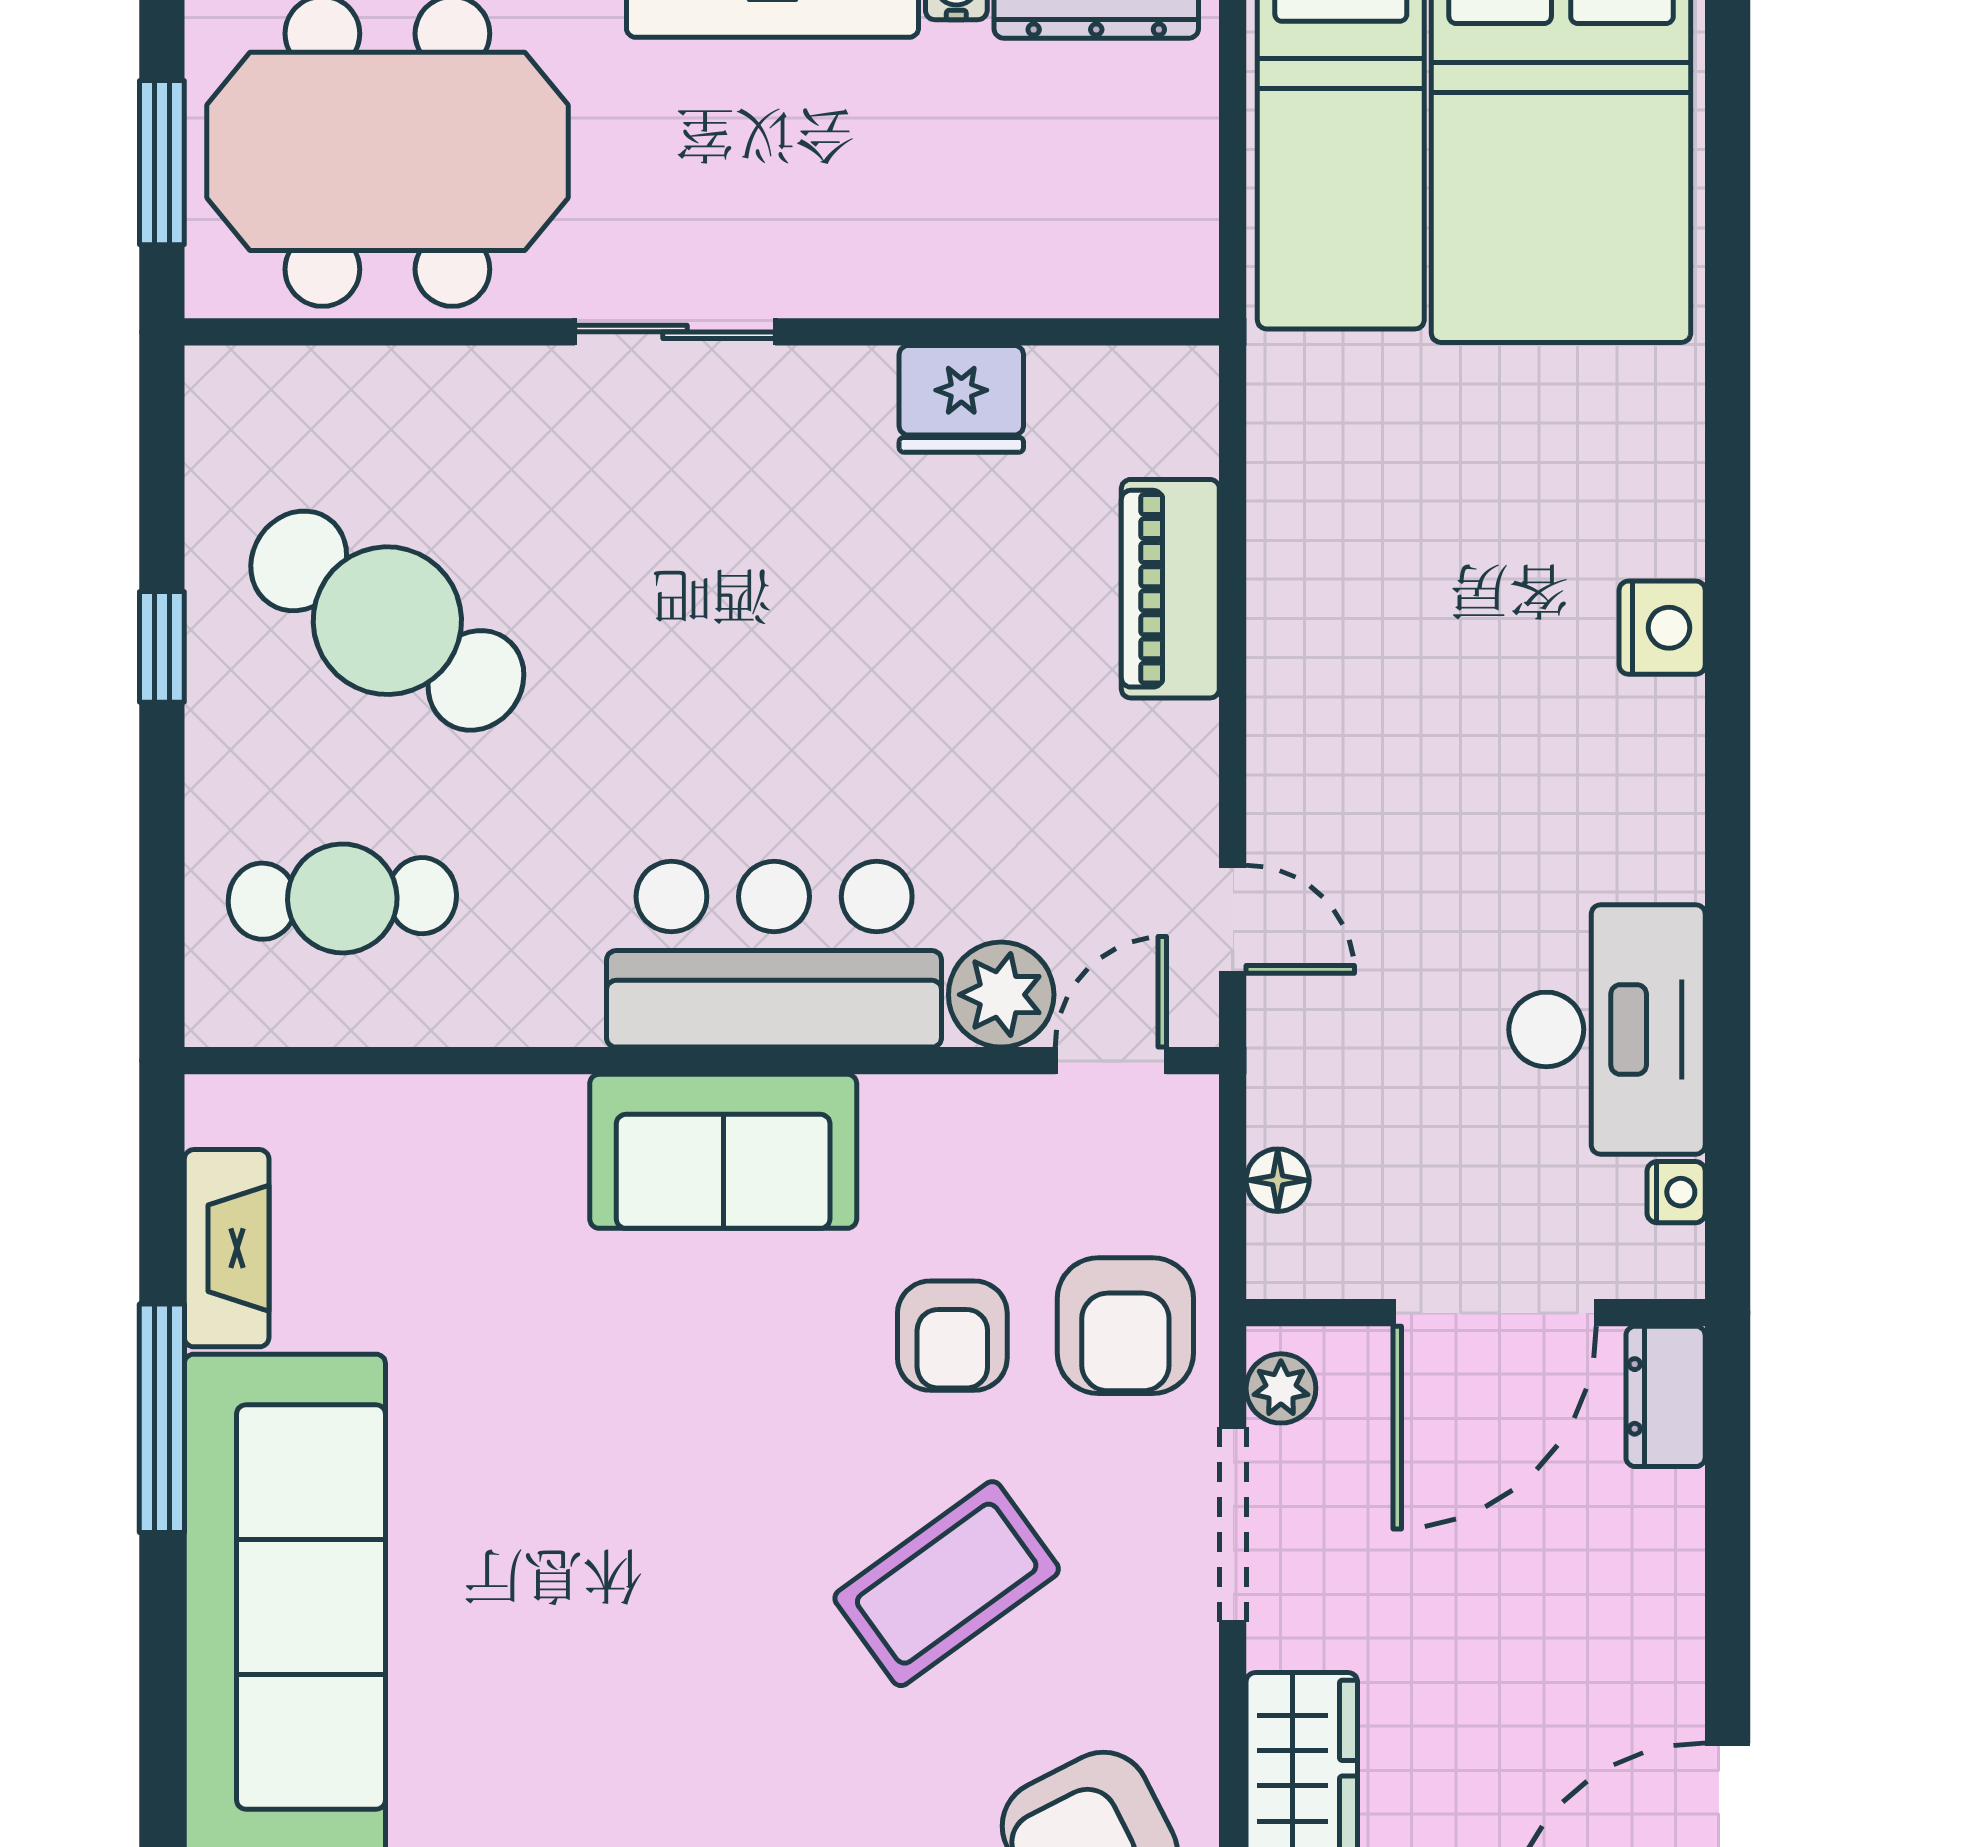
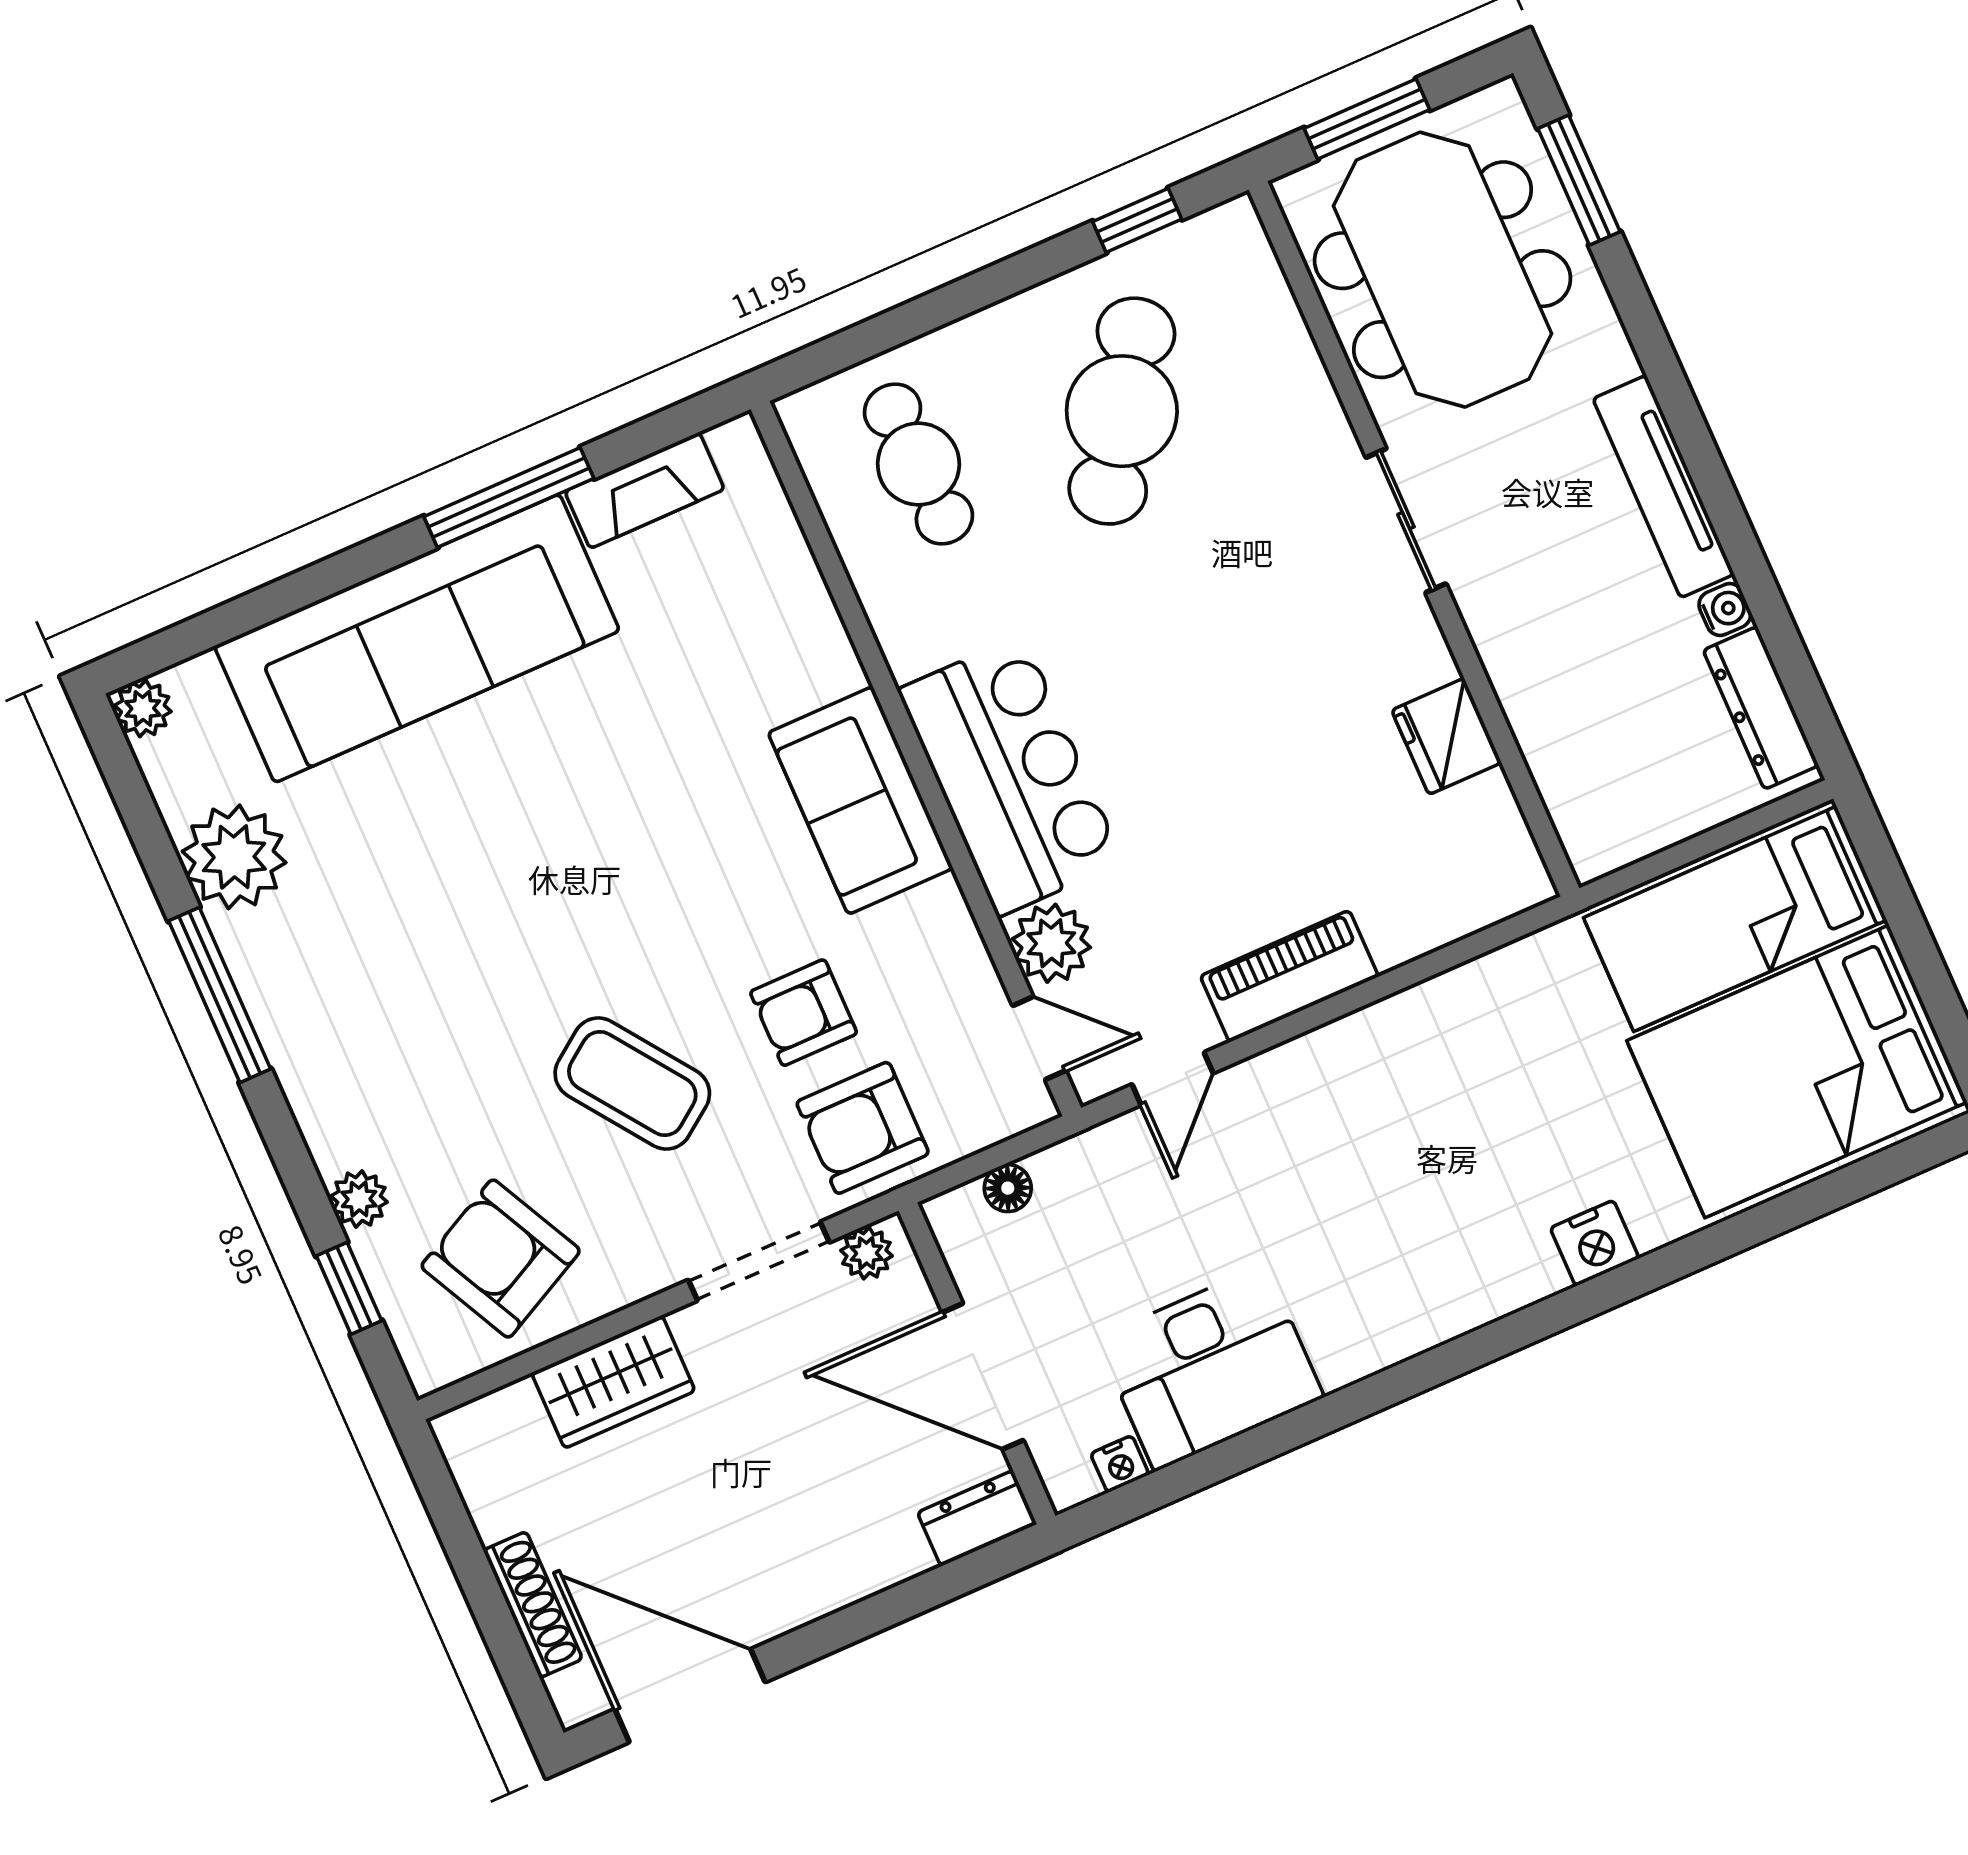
piano: (1170, 589) -> (1289, 976), moved
nightstand: (1662, 628) -> (1595, 1243), moved
window: (162, 647) -> (1137, 220), moved

